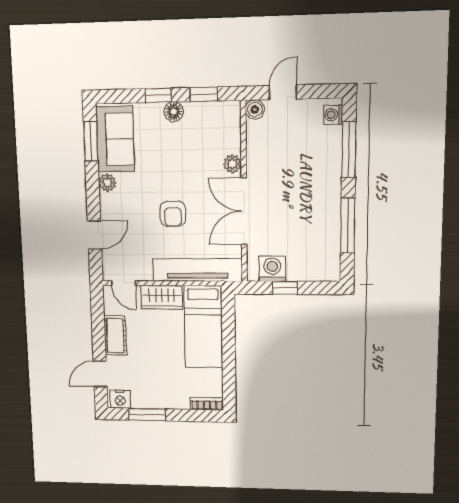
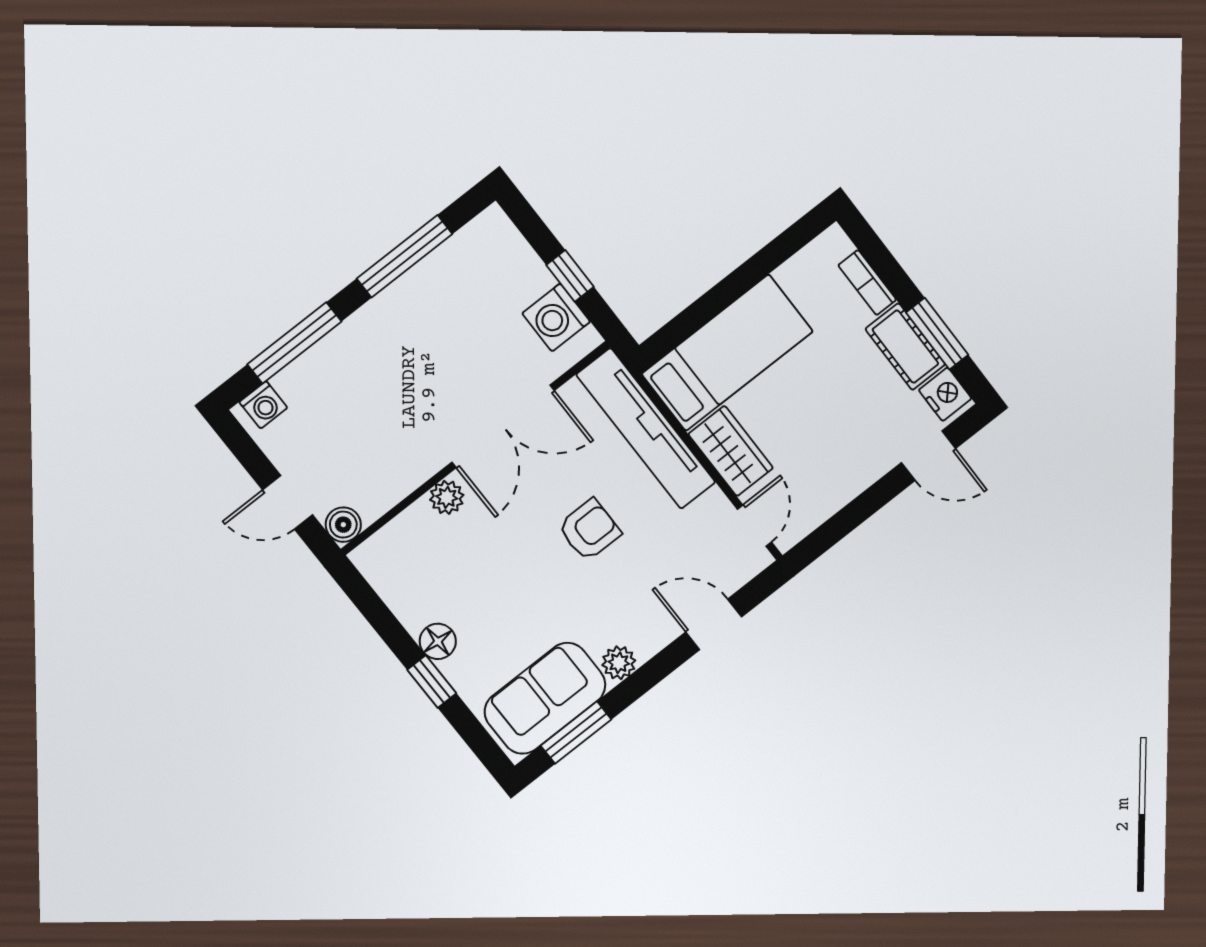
window: (204, 94) -> (379, 616), removed
cot: (115, 335) -> (905, 347), moved, turned 90
bookcase: (207, 404) -> (867, 283), moved

